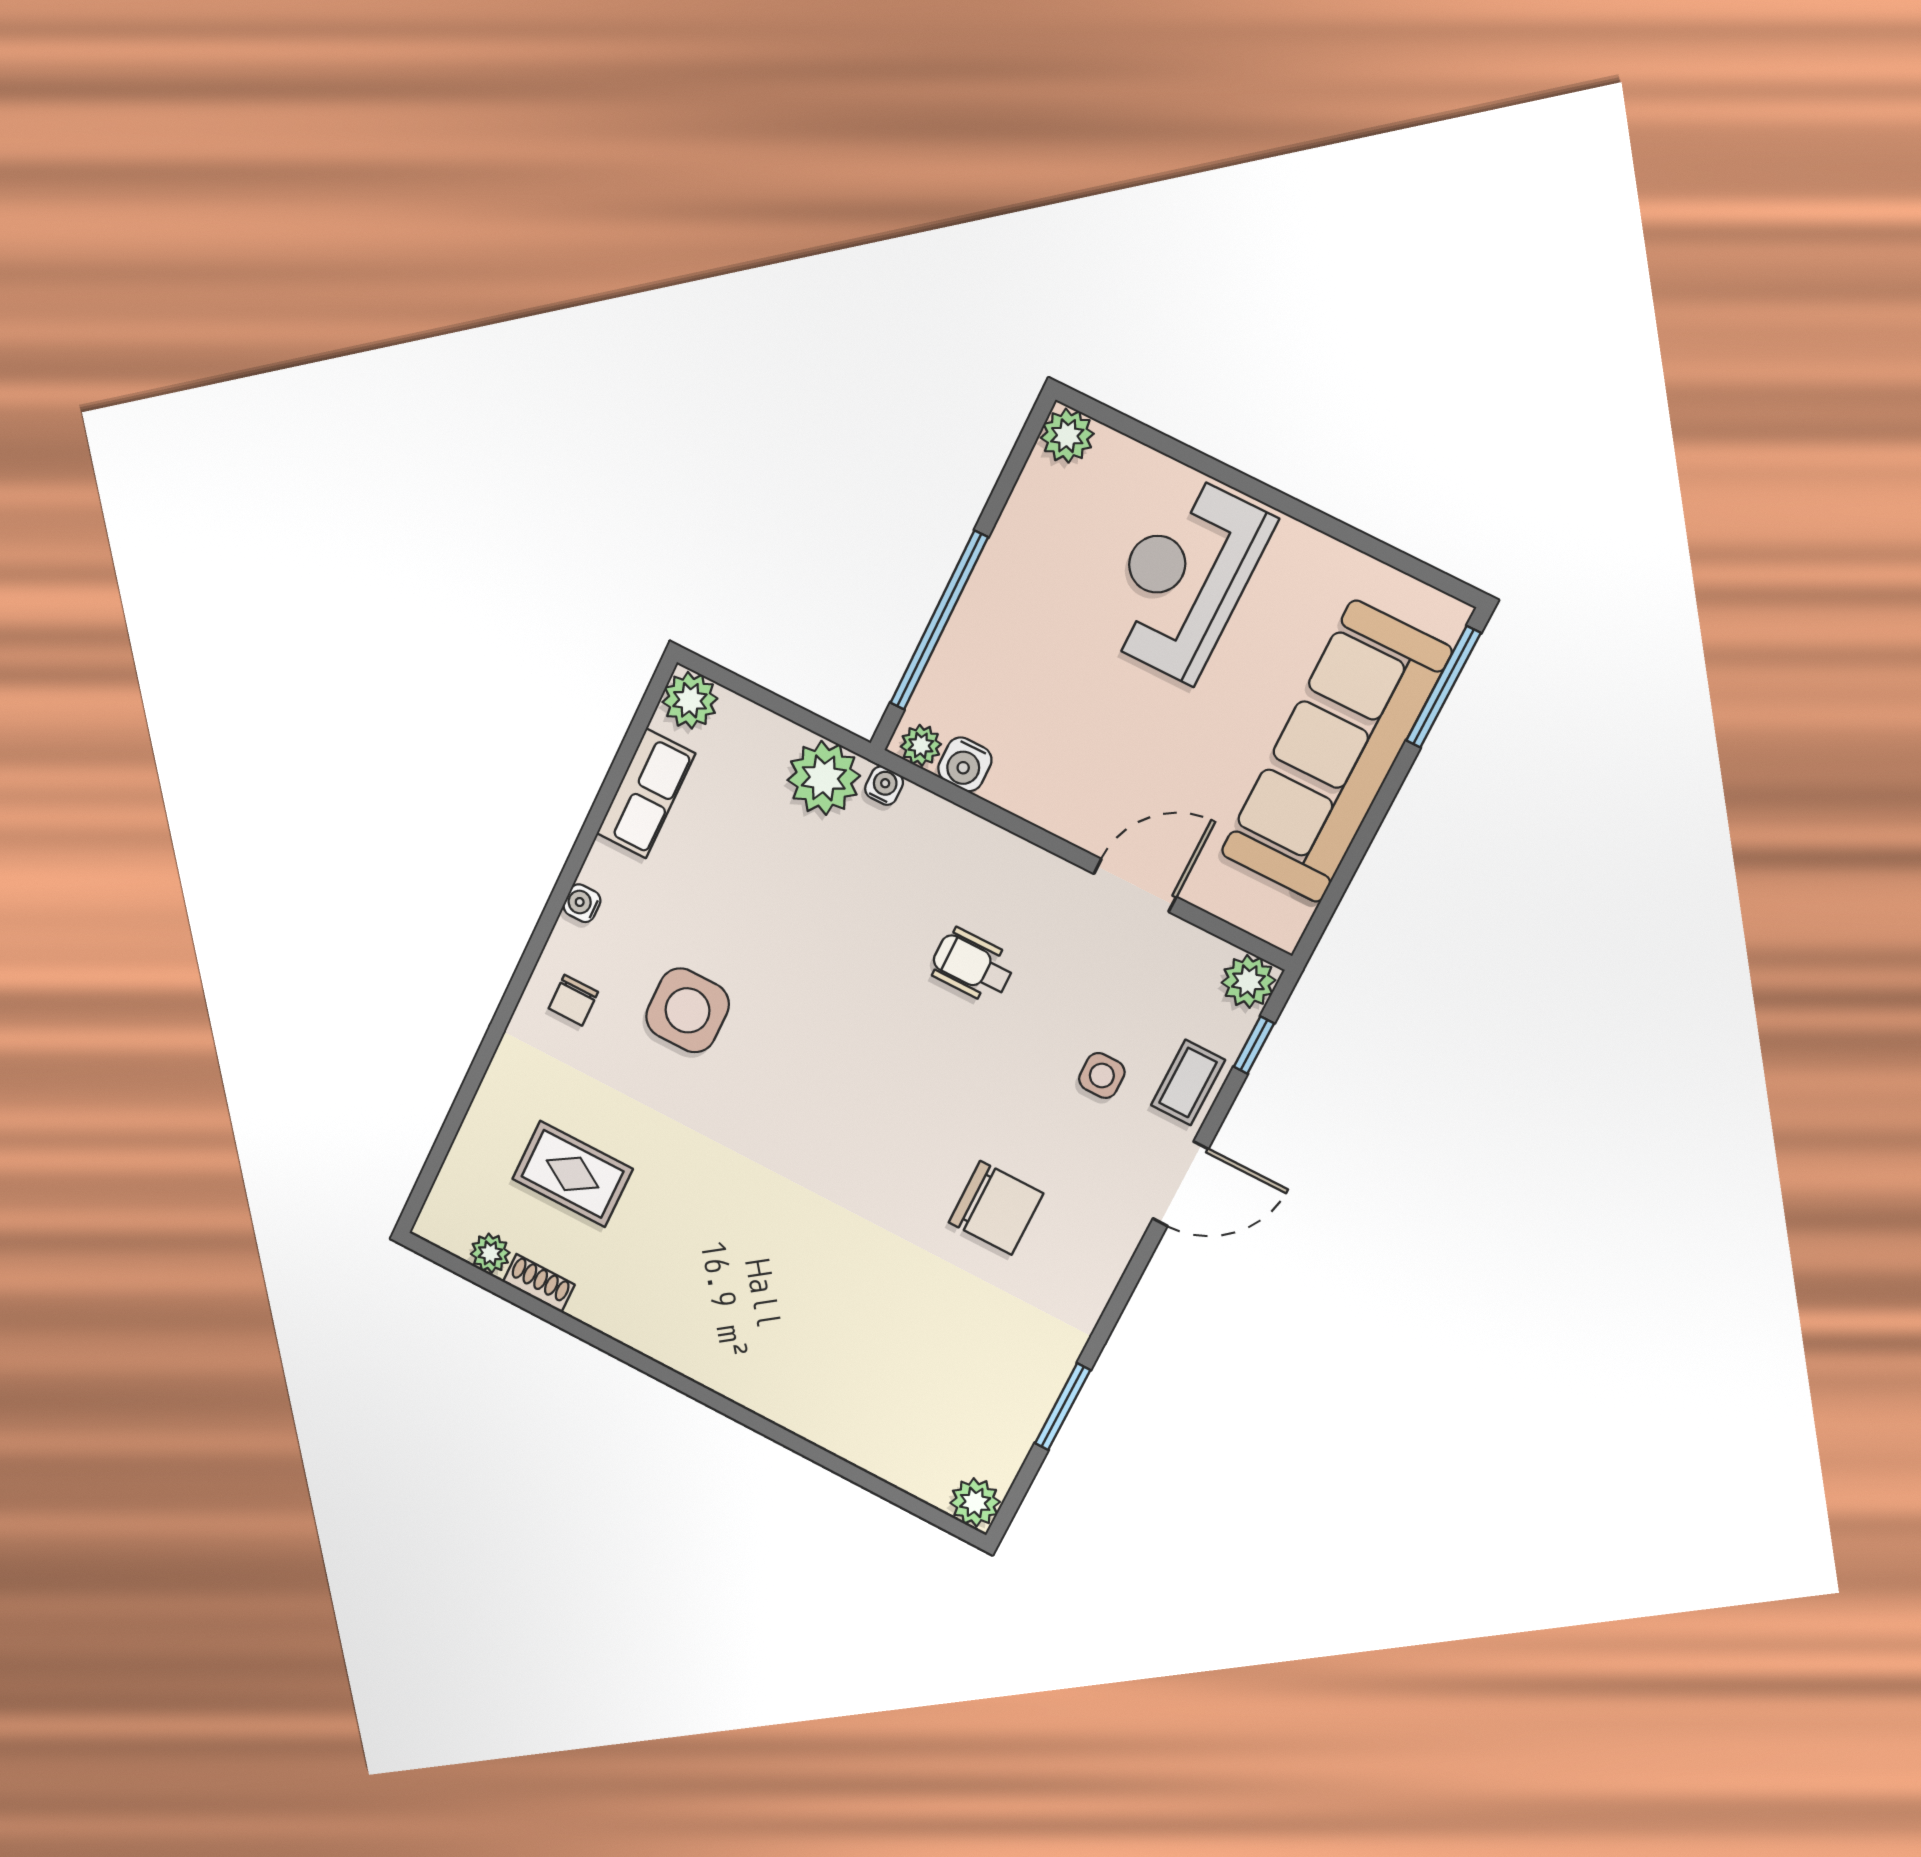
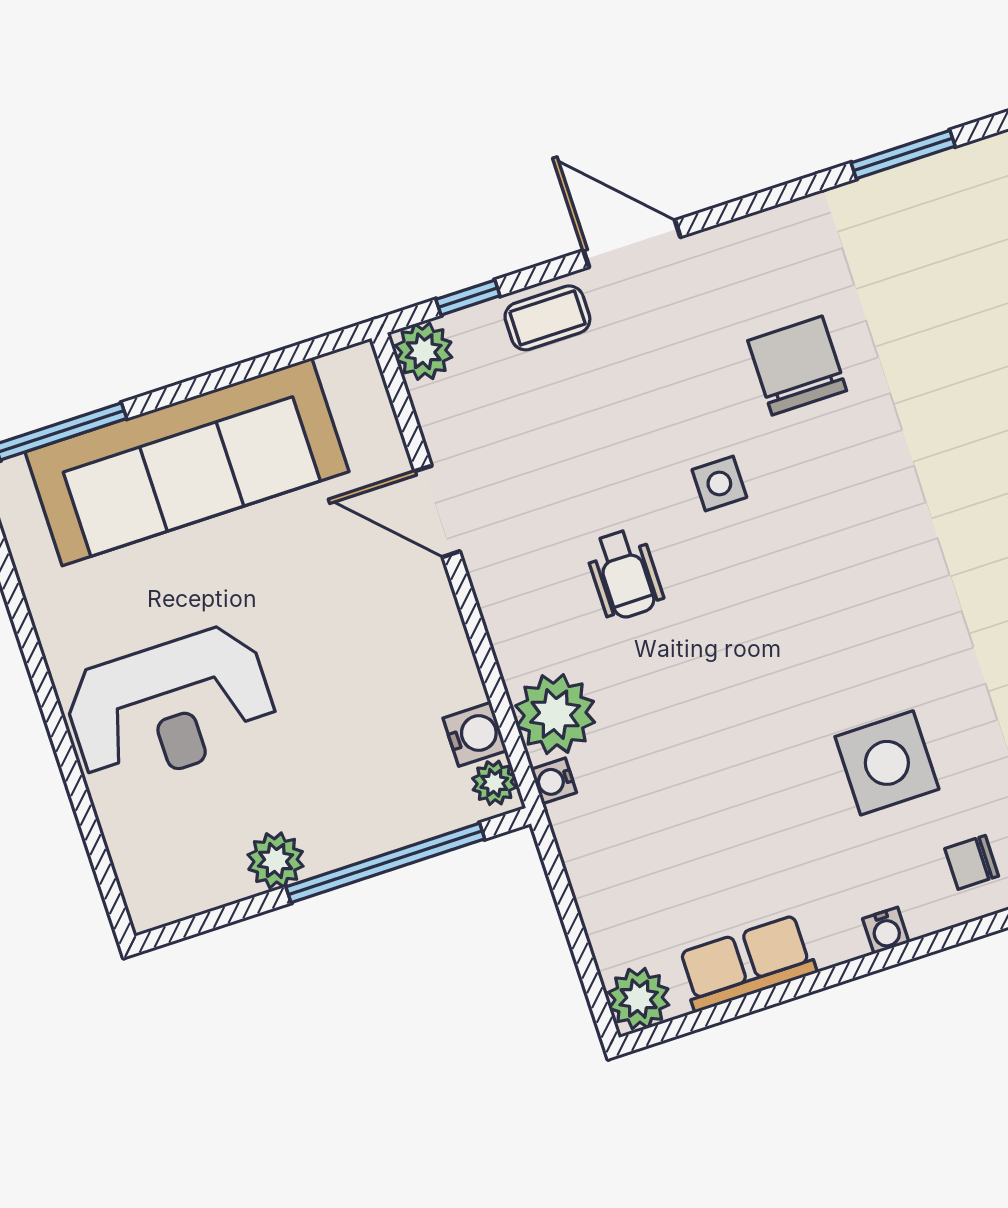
plant: (1067, 436) -> (276, 860), moved
plant: (824, 778) -> (555, 714), moved
chair: (573, 1000) -> (972, 862), turned 180
side table: (1102, 1076) -> (719, 483), moved

